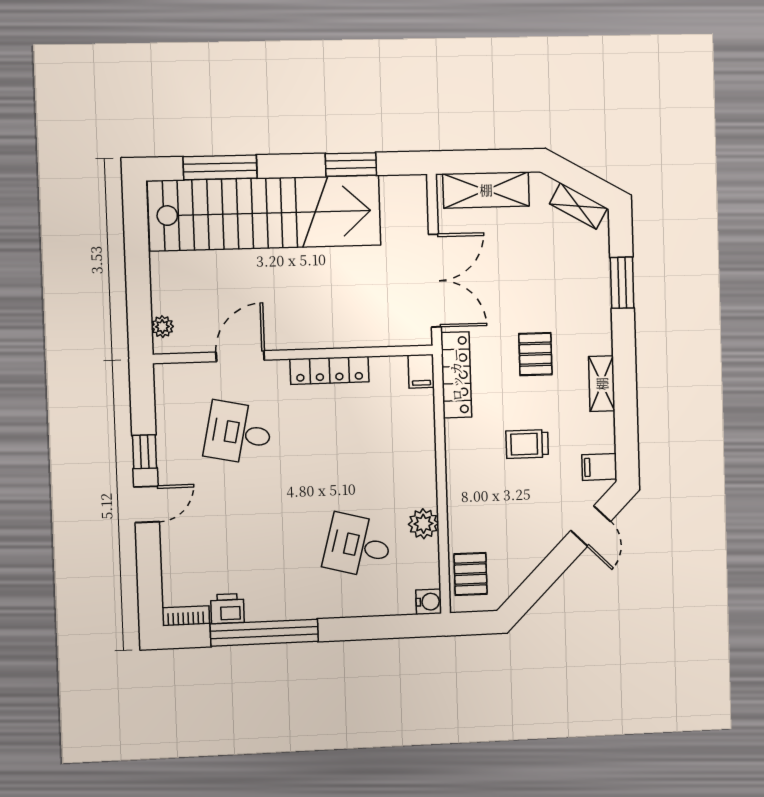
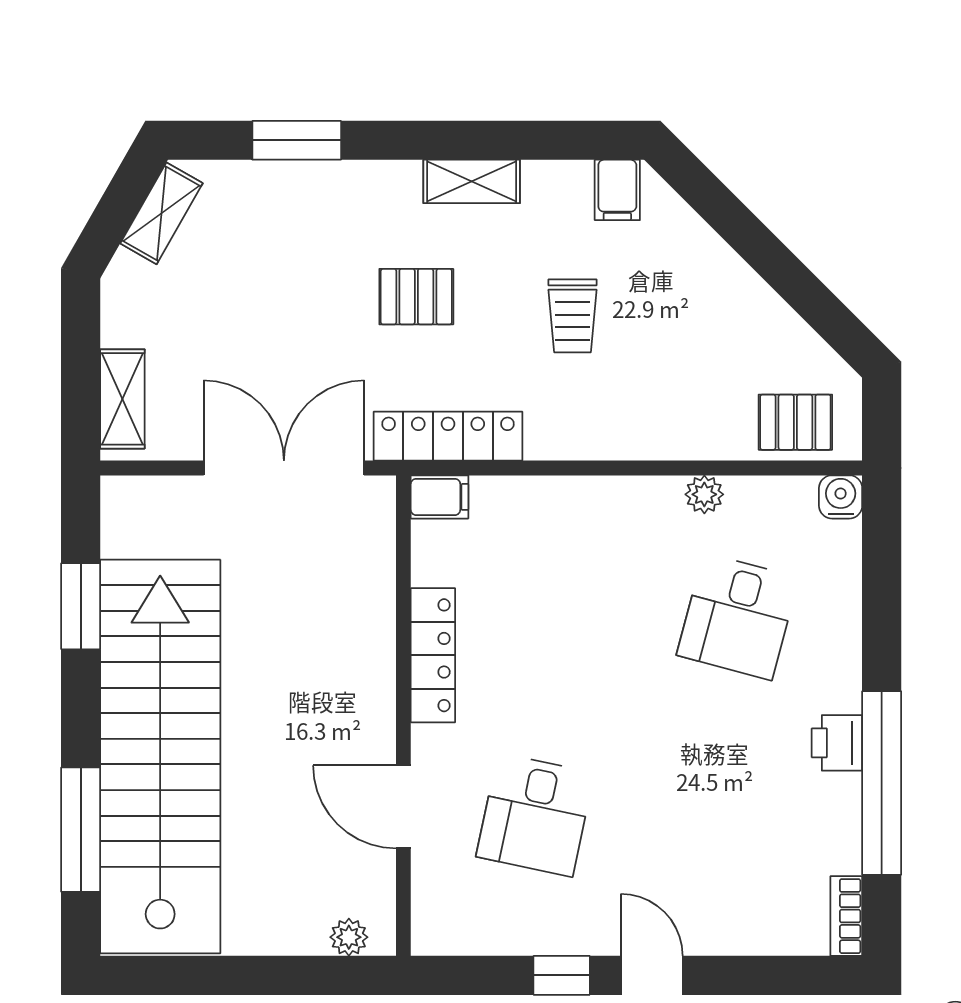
shelving: (486, 190) -> (122, 399), width x0.67, depth x0.75
plant: (423, 524) -> (704, 494), width x0.73, depth x0.73
door: (591, 526) -> (720, 208), removed
printer: (227, 609) -> (837, 743), moved

